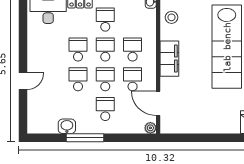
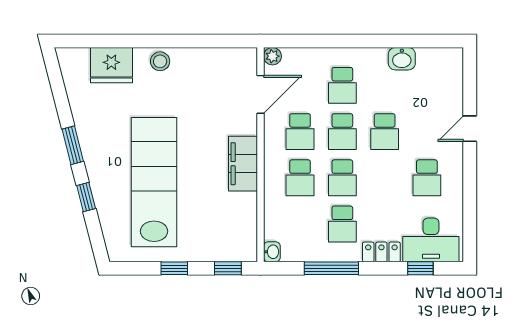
stool: (172, 17) -> (160, 61), moved
school desk: (78, 49) -> (427, 178), moved
door: (158, 103) -> (260, 94), hinge flipped
window: (85, 138) -> (374, 41), removed

